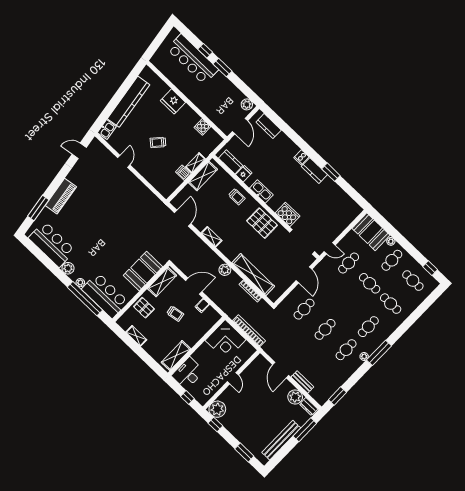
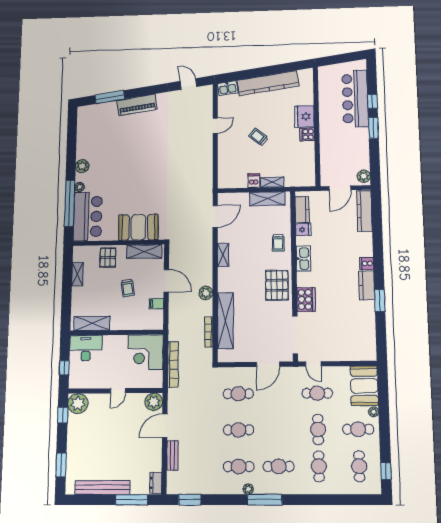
kitchen counter: (269, 126) -> (364, 211), width x1.50
cooker: (202, 127) -> (307, 134), moved
bar counter: (52, 244) -> (90, 135), removed
plant: (295, 397) -> (154, 402), moved

